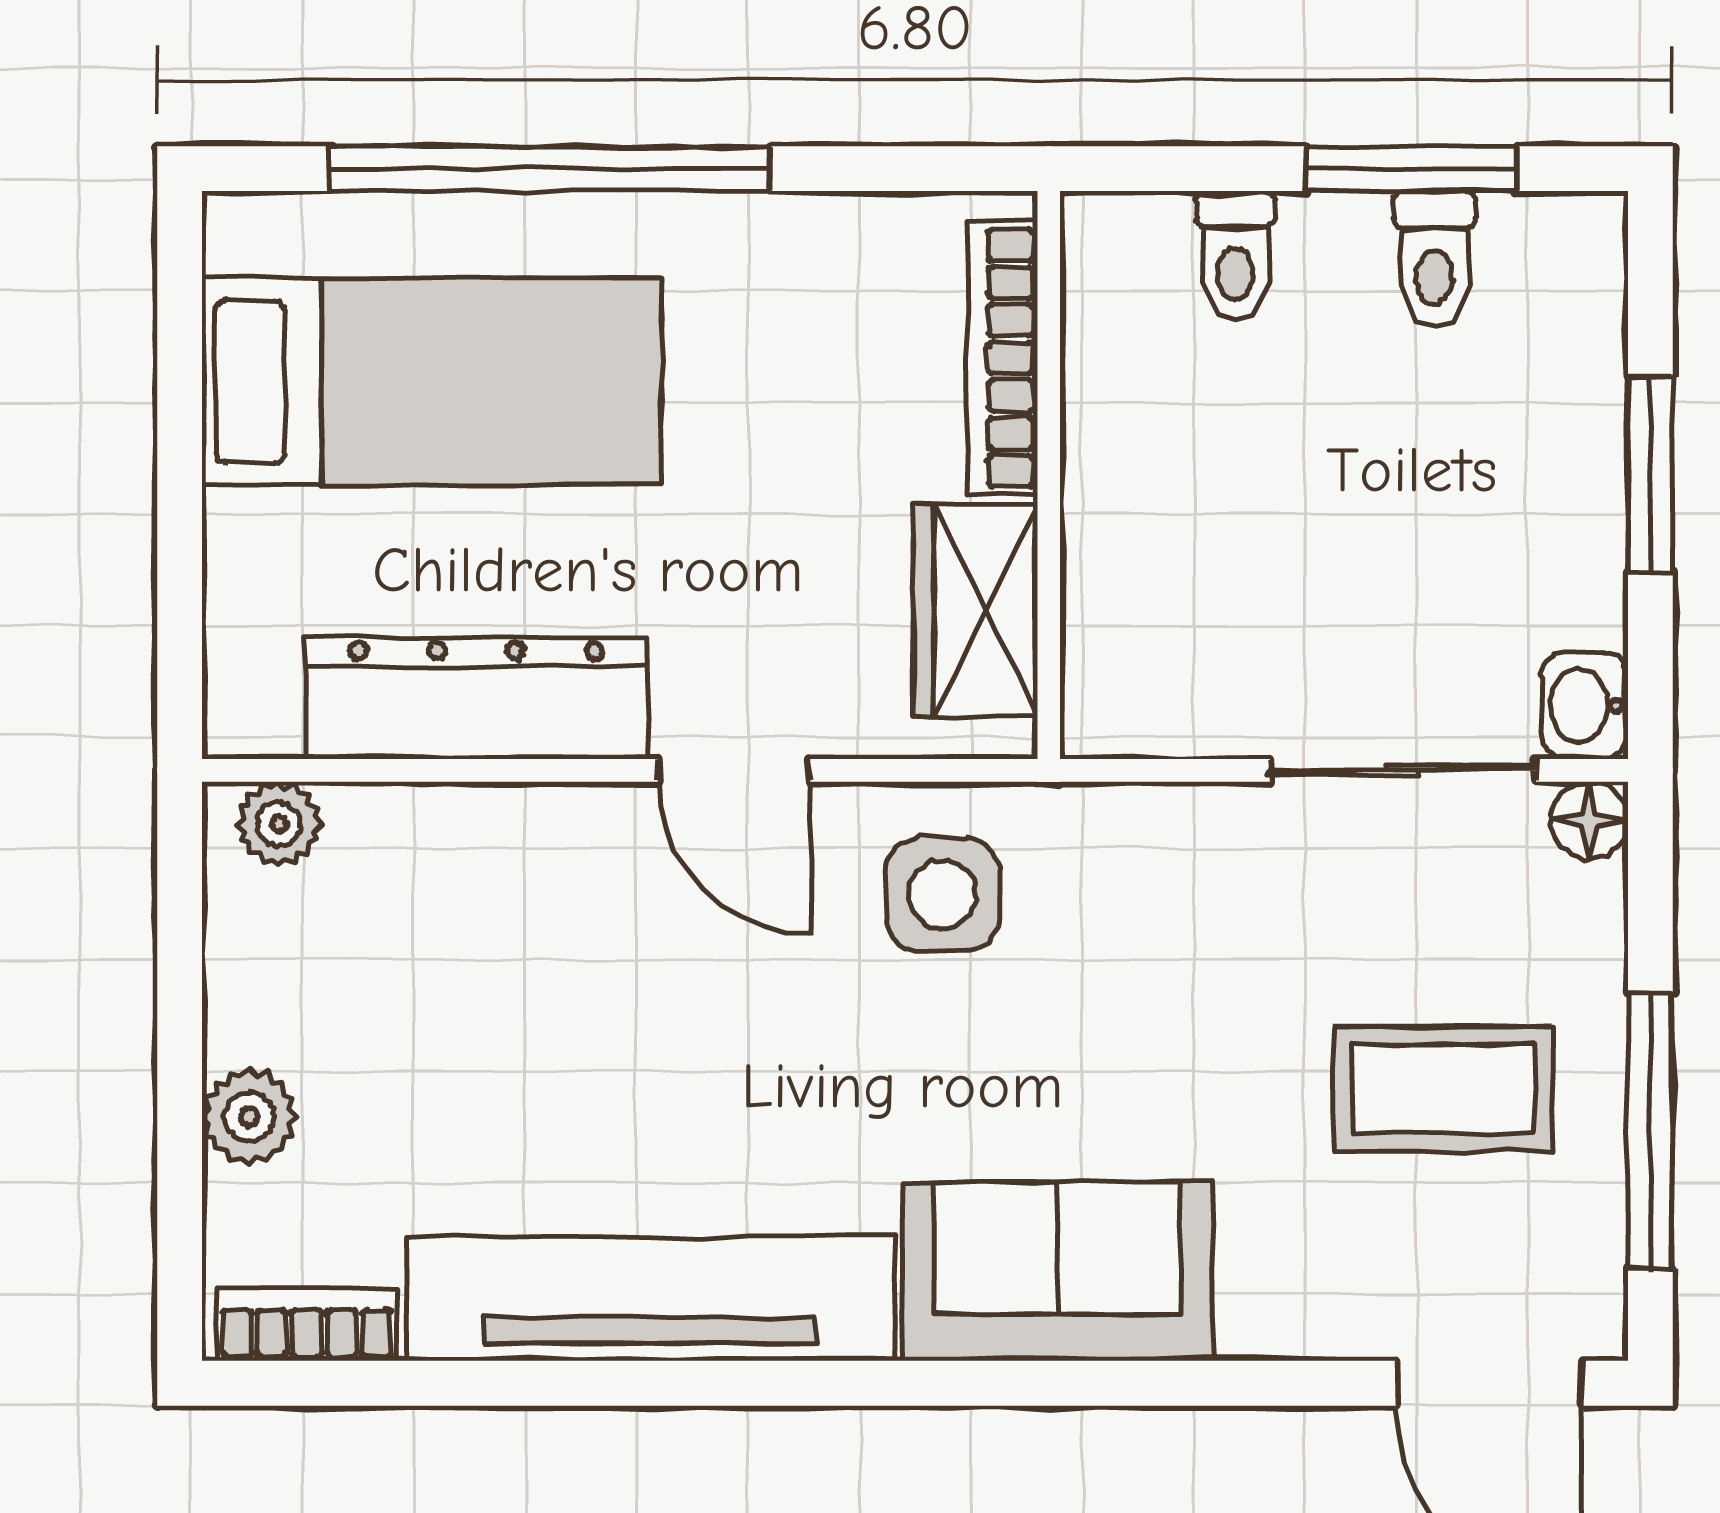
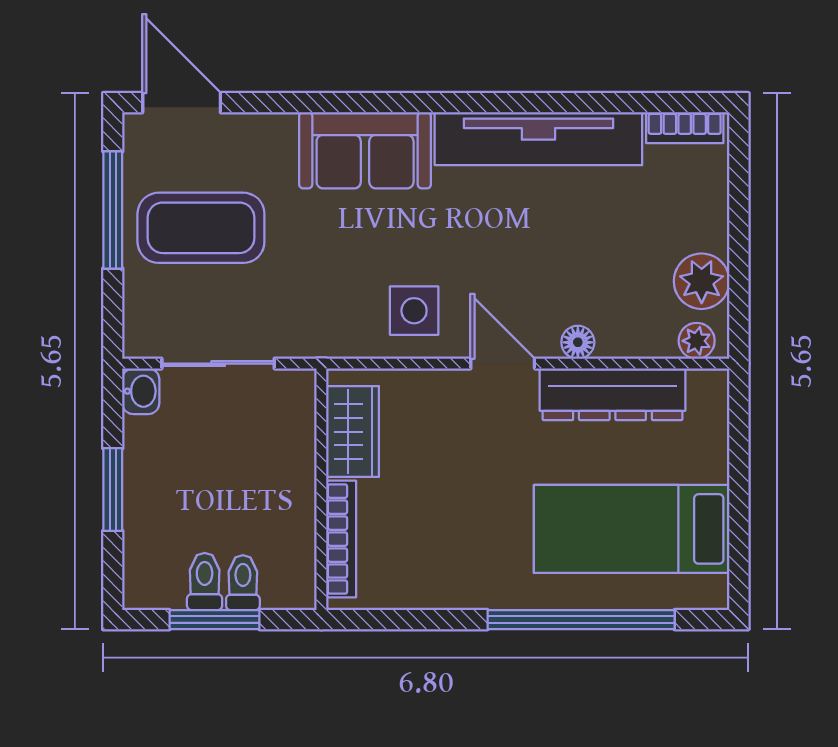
toilet: (1235, 256) -> (243, 583), moved
bookcase: (1002, 358) -> (341, 539), moved
wall: (1049, 475) -> (321, 489), moved
wardrobe: (976, 611) -> (353, 432), moved
floor lamp: (1589, 820) -> (578, 342), moved
coffee table: (1443, 1089) -> (201, 228), width x1.36, depth x1.32
plant: (249, 1117) -> (702, 281), moved, width x1.38, depth x1.38

